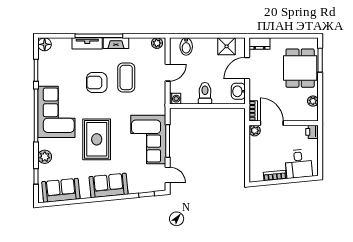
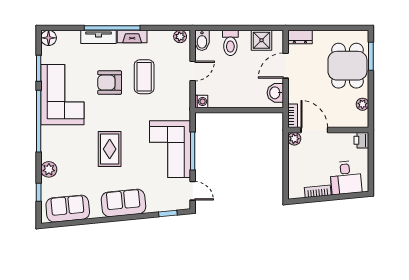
bidet: (186, 47) -> (202, 40), moved
toilet: (205, 93) -> (230, 43), moved, turned 180
corner sofa: (56, 112) -> (62, 95), moved
rug: (97, 139) -> (110, 149), width x0.73, depth x0.70

